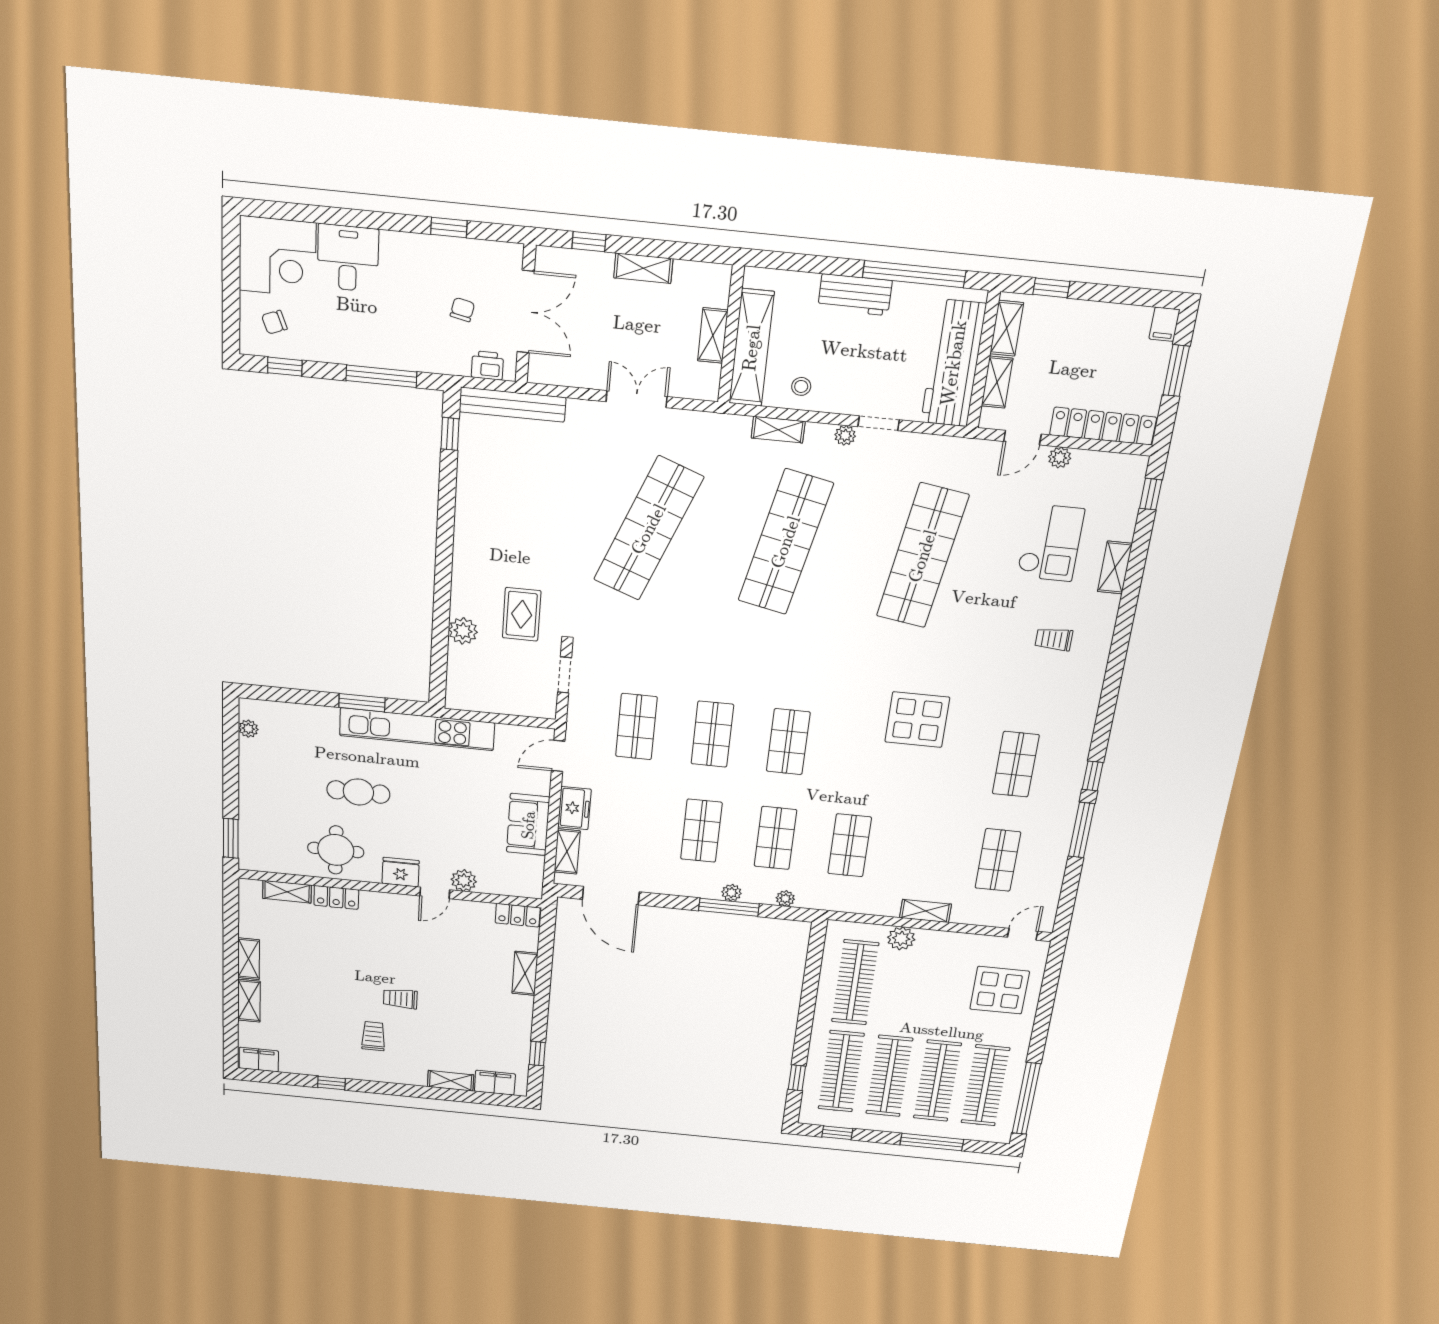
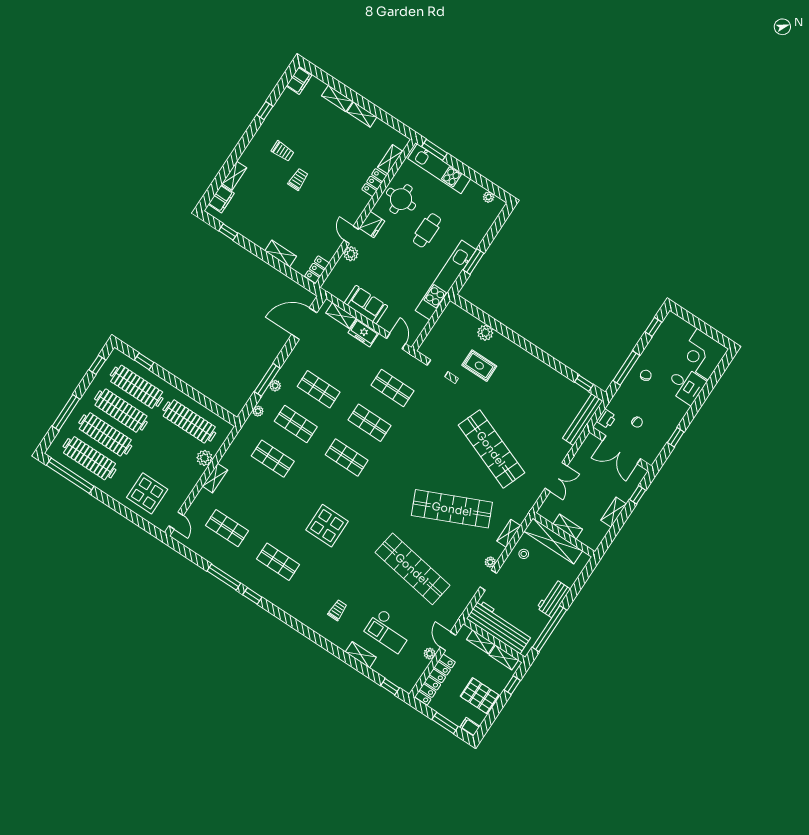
chair: (274, 322) -> (646, 375), moved
pallet: (1098, 335) -> (480, 696), added
shop shelf: (785, 542) -> (452, 509), turned -36
kitchen unit: (254, 819) -> (439, 169), added

